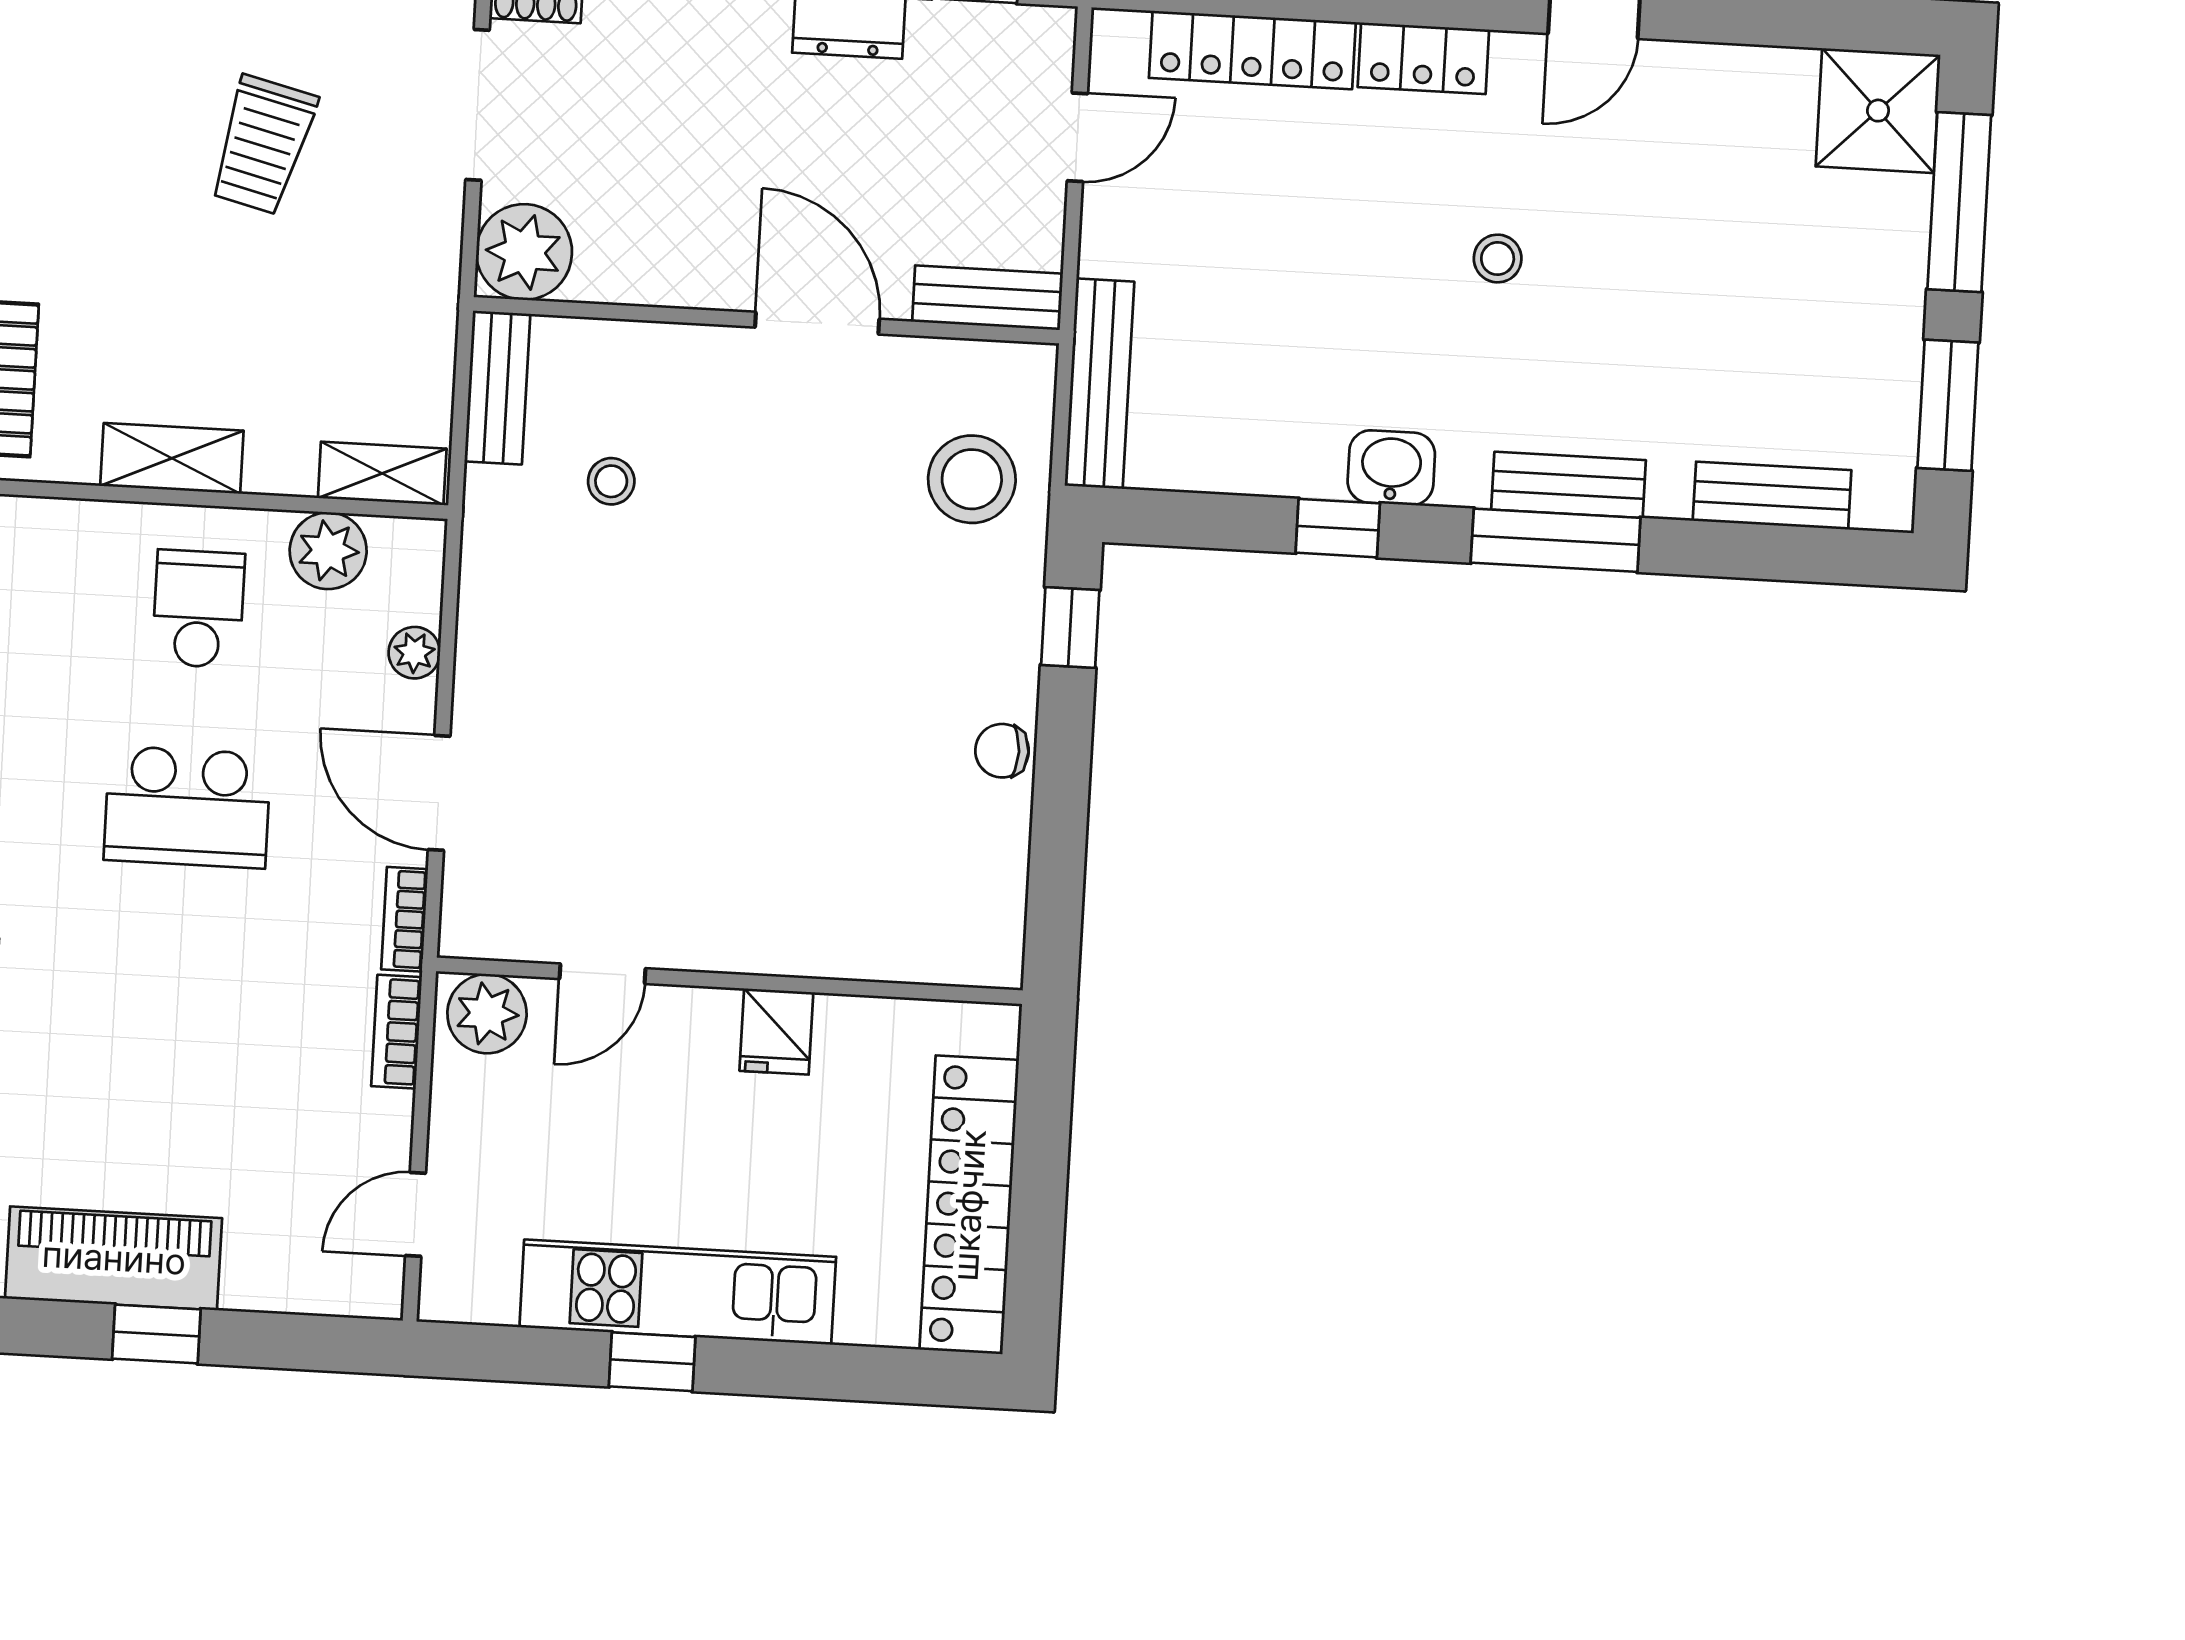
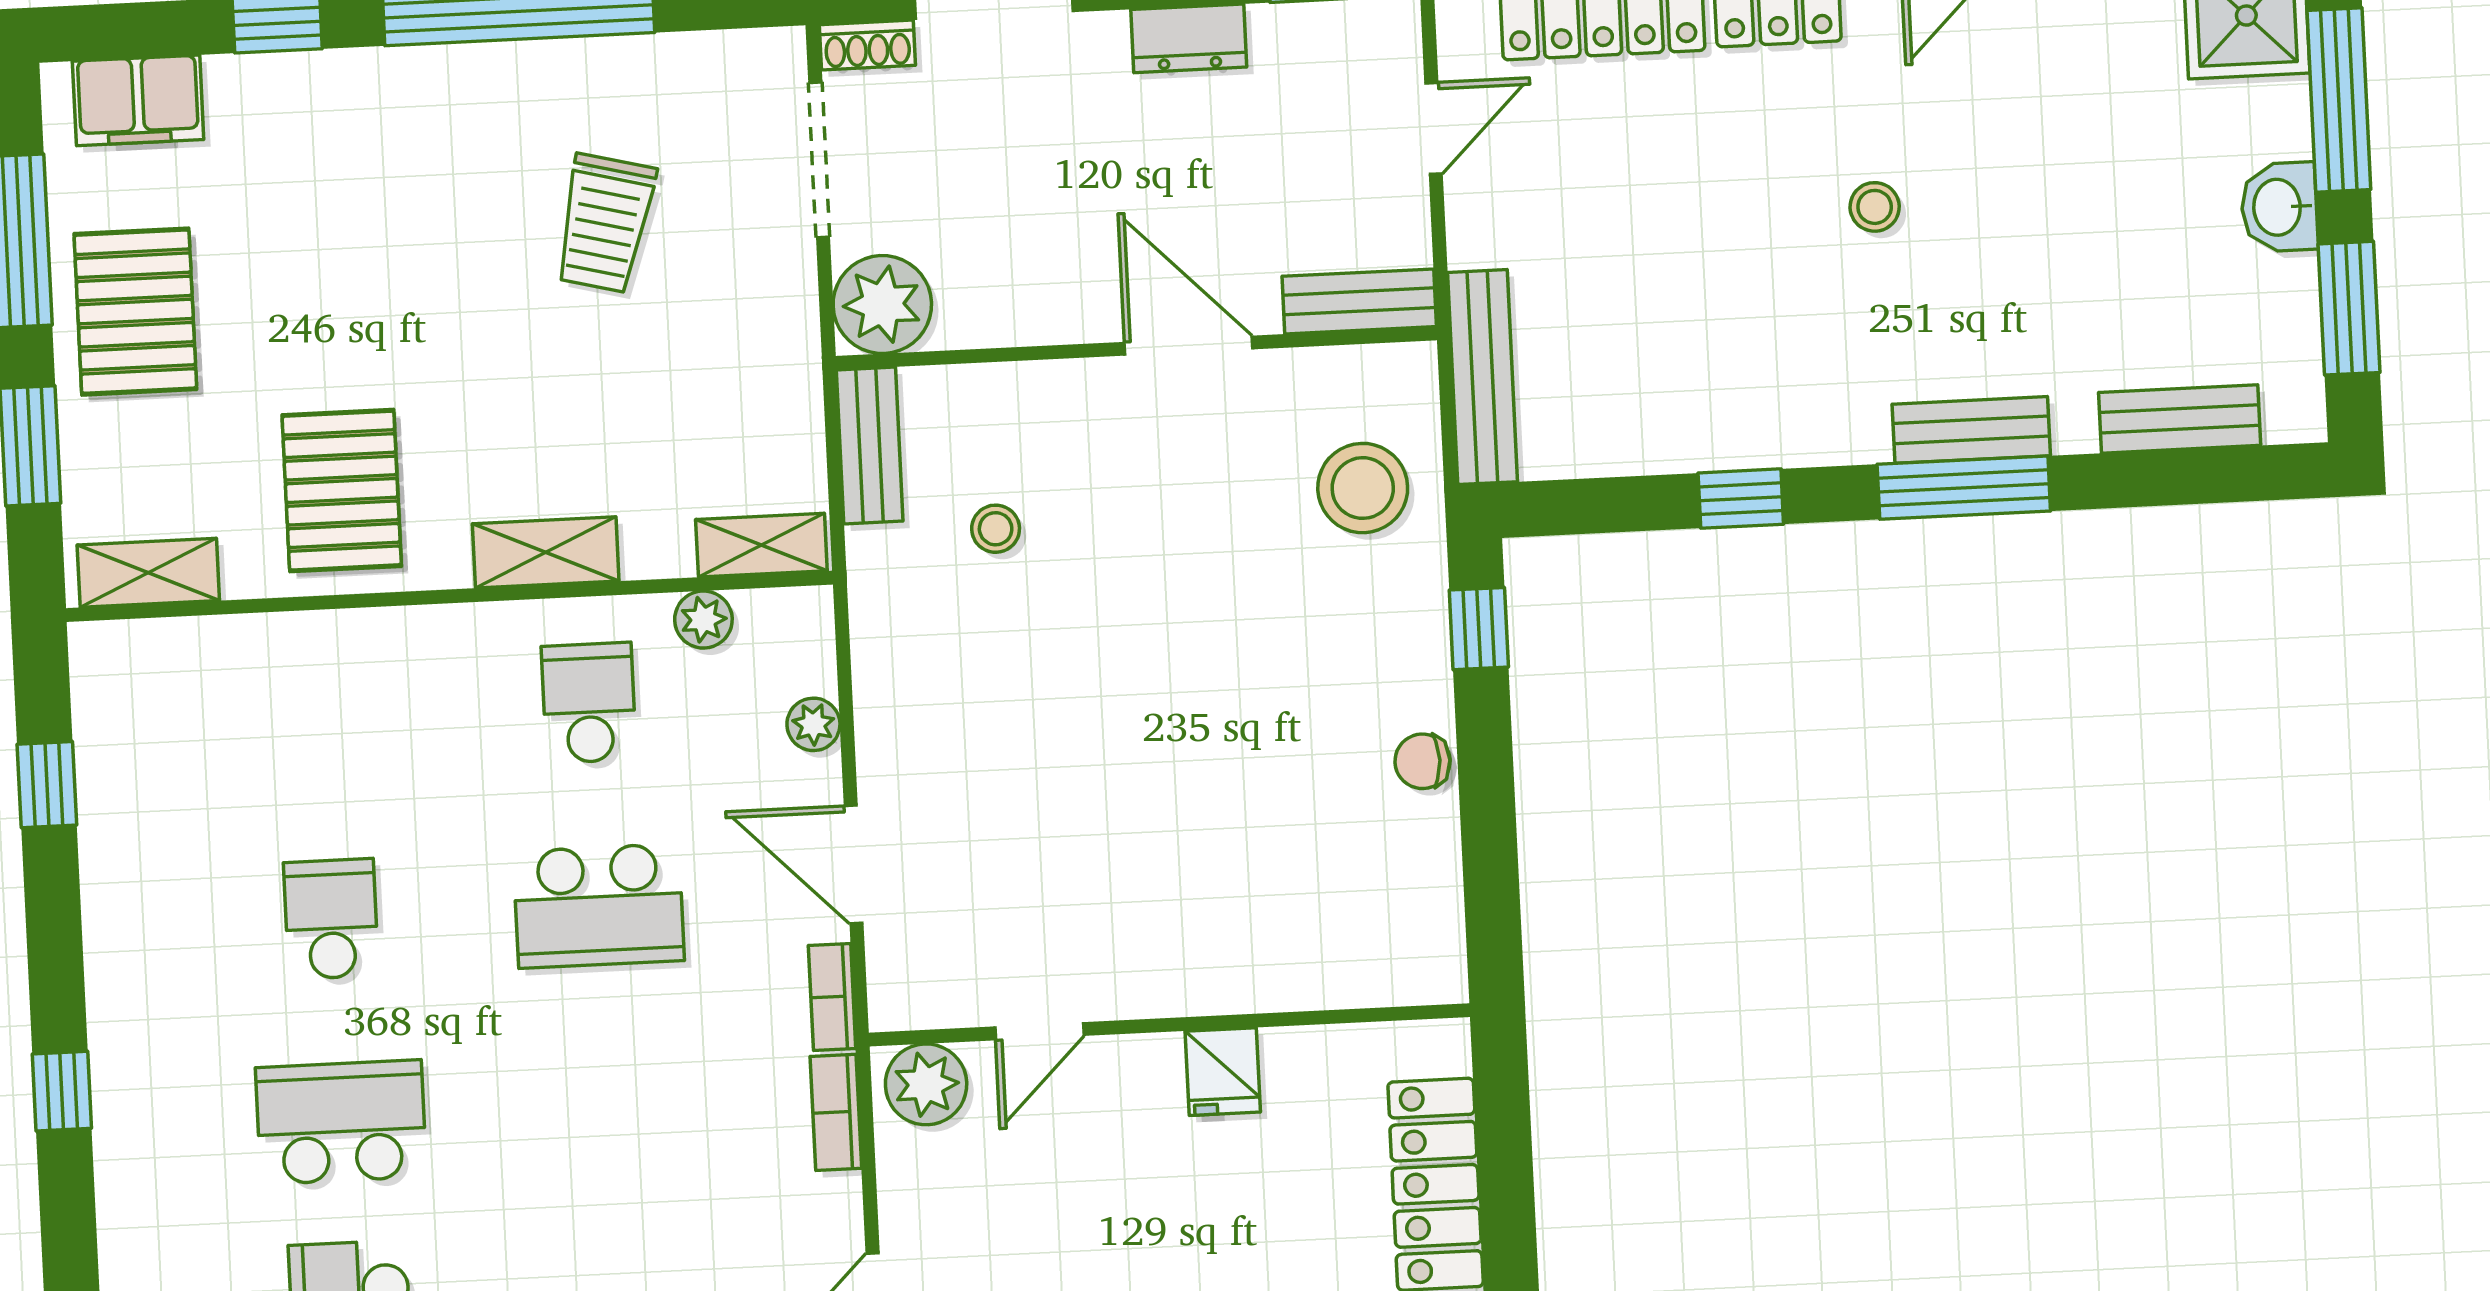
washbasin: (1391, 468) -> (2279, 207), moved, turned -90
plant: (328, 551) -> (703, 620), width x0.73, depth x0.73

